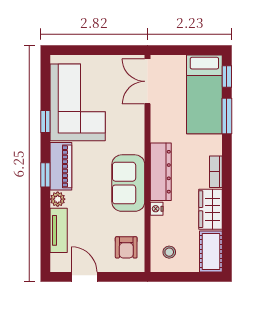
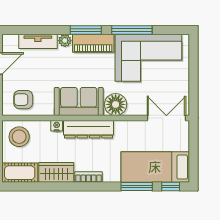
window: (45, 121) -> (132, 30), width x2.17
floor lamp: (132, 140) -> (116, 104), added
window: (45, 175) -> (86, 30), width x1.50
stool: (169, 252) -> (19, 137), width x1.89, depth x1.89

